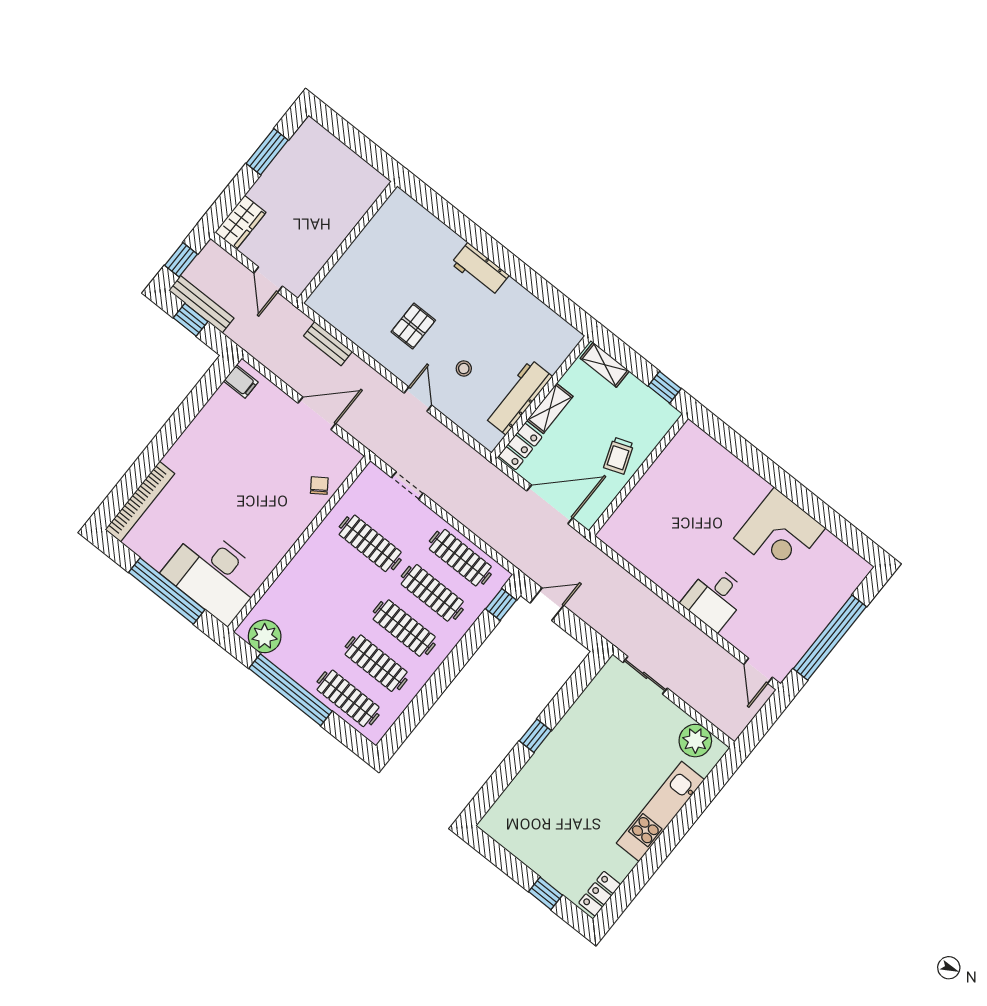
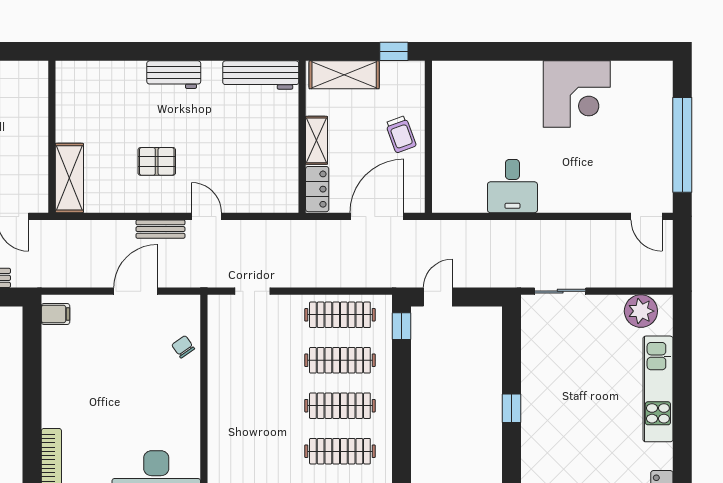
shelving: (335, 285) -> (69, 178), added
pallet: (413, 326) -> (157, 161), turned 90
bench: (328, 344) -> (160, 229), moved
shelving: (605, 365) -> (344, 75), width x1.50, depth x1.33
stool: (464, 369) -> (223, 163), removed
workbench: (518, 397) -> (261, 75), moved, turned -90
clothes rail: (370, 543) -> (260, 360), removed
desk: (715, 598) -> (512, 186), moved

